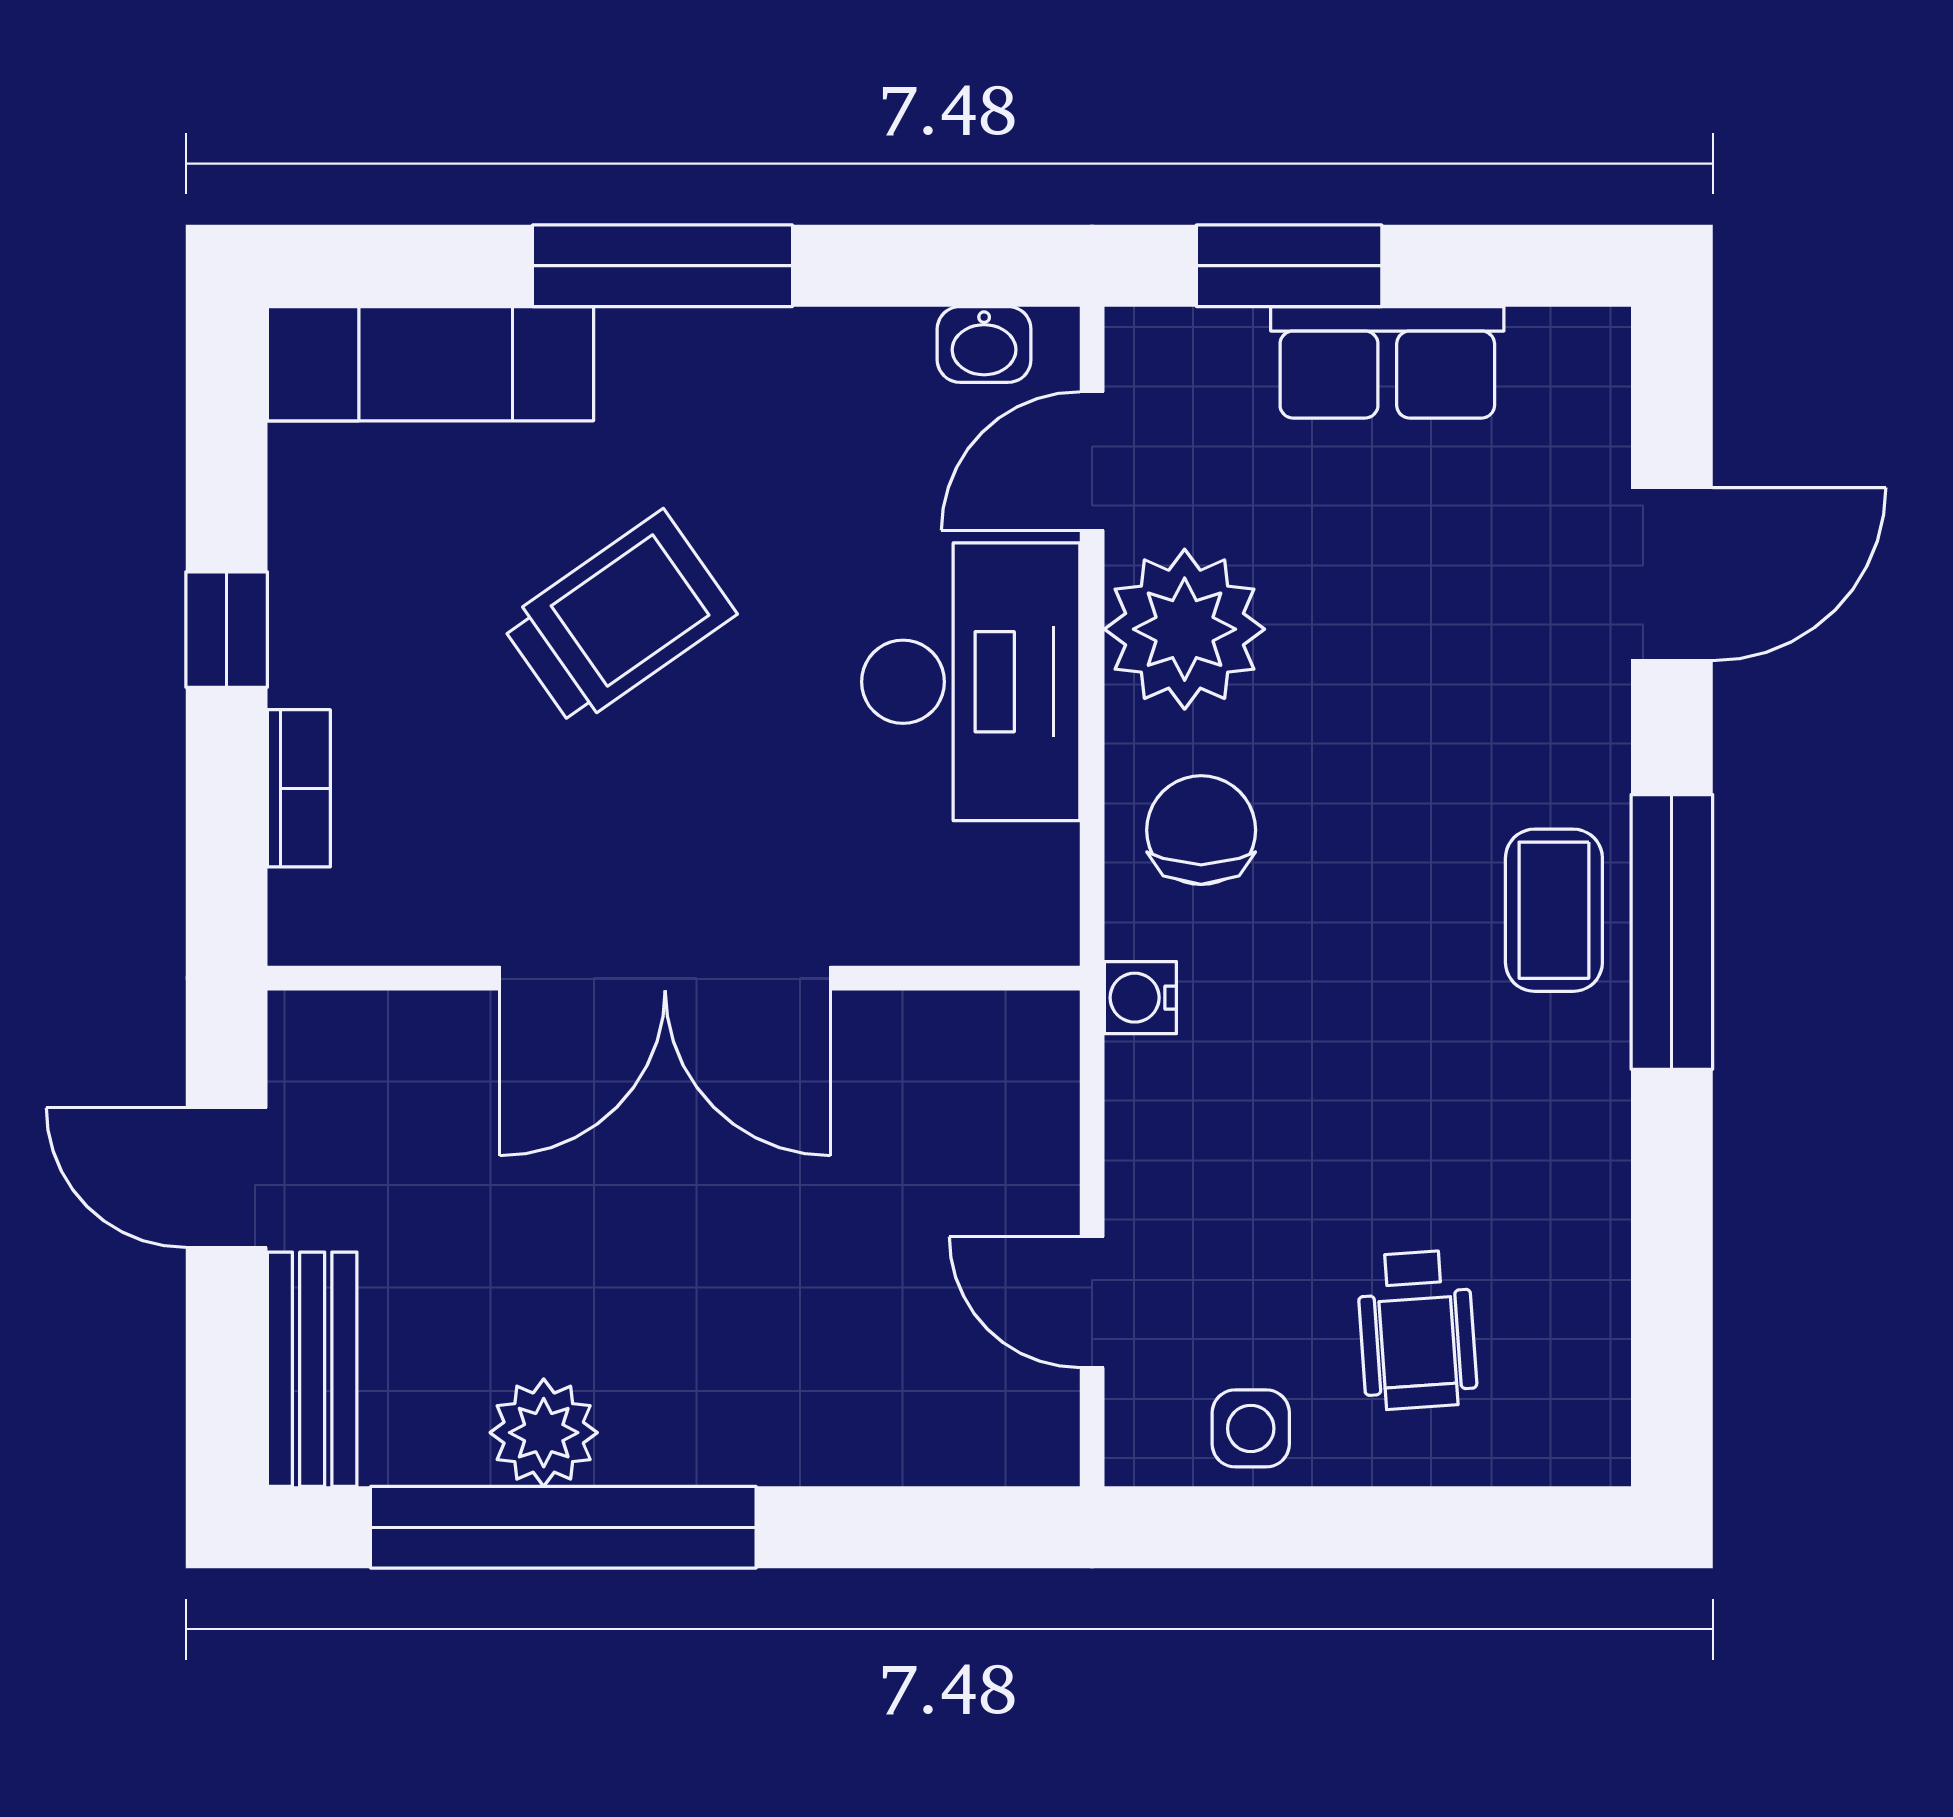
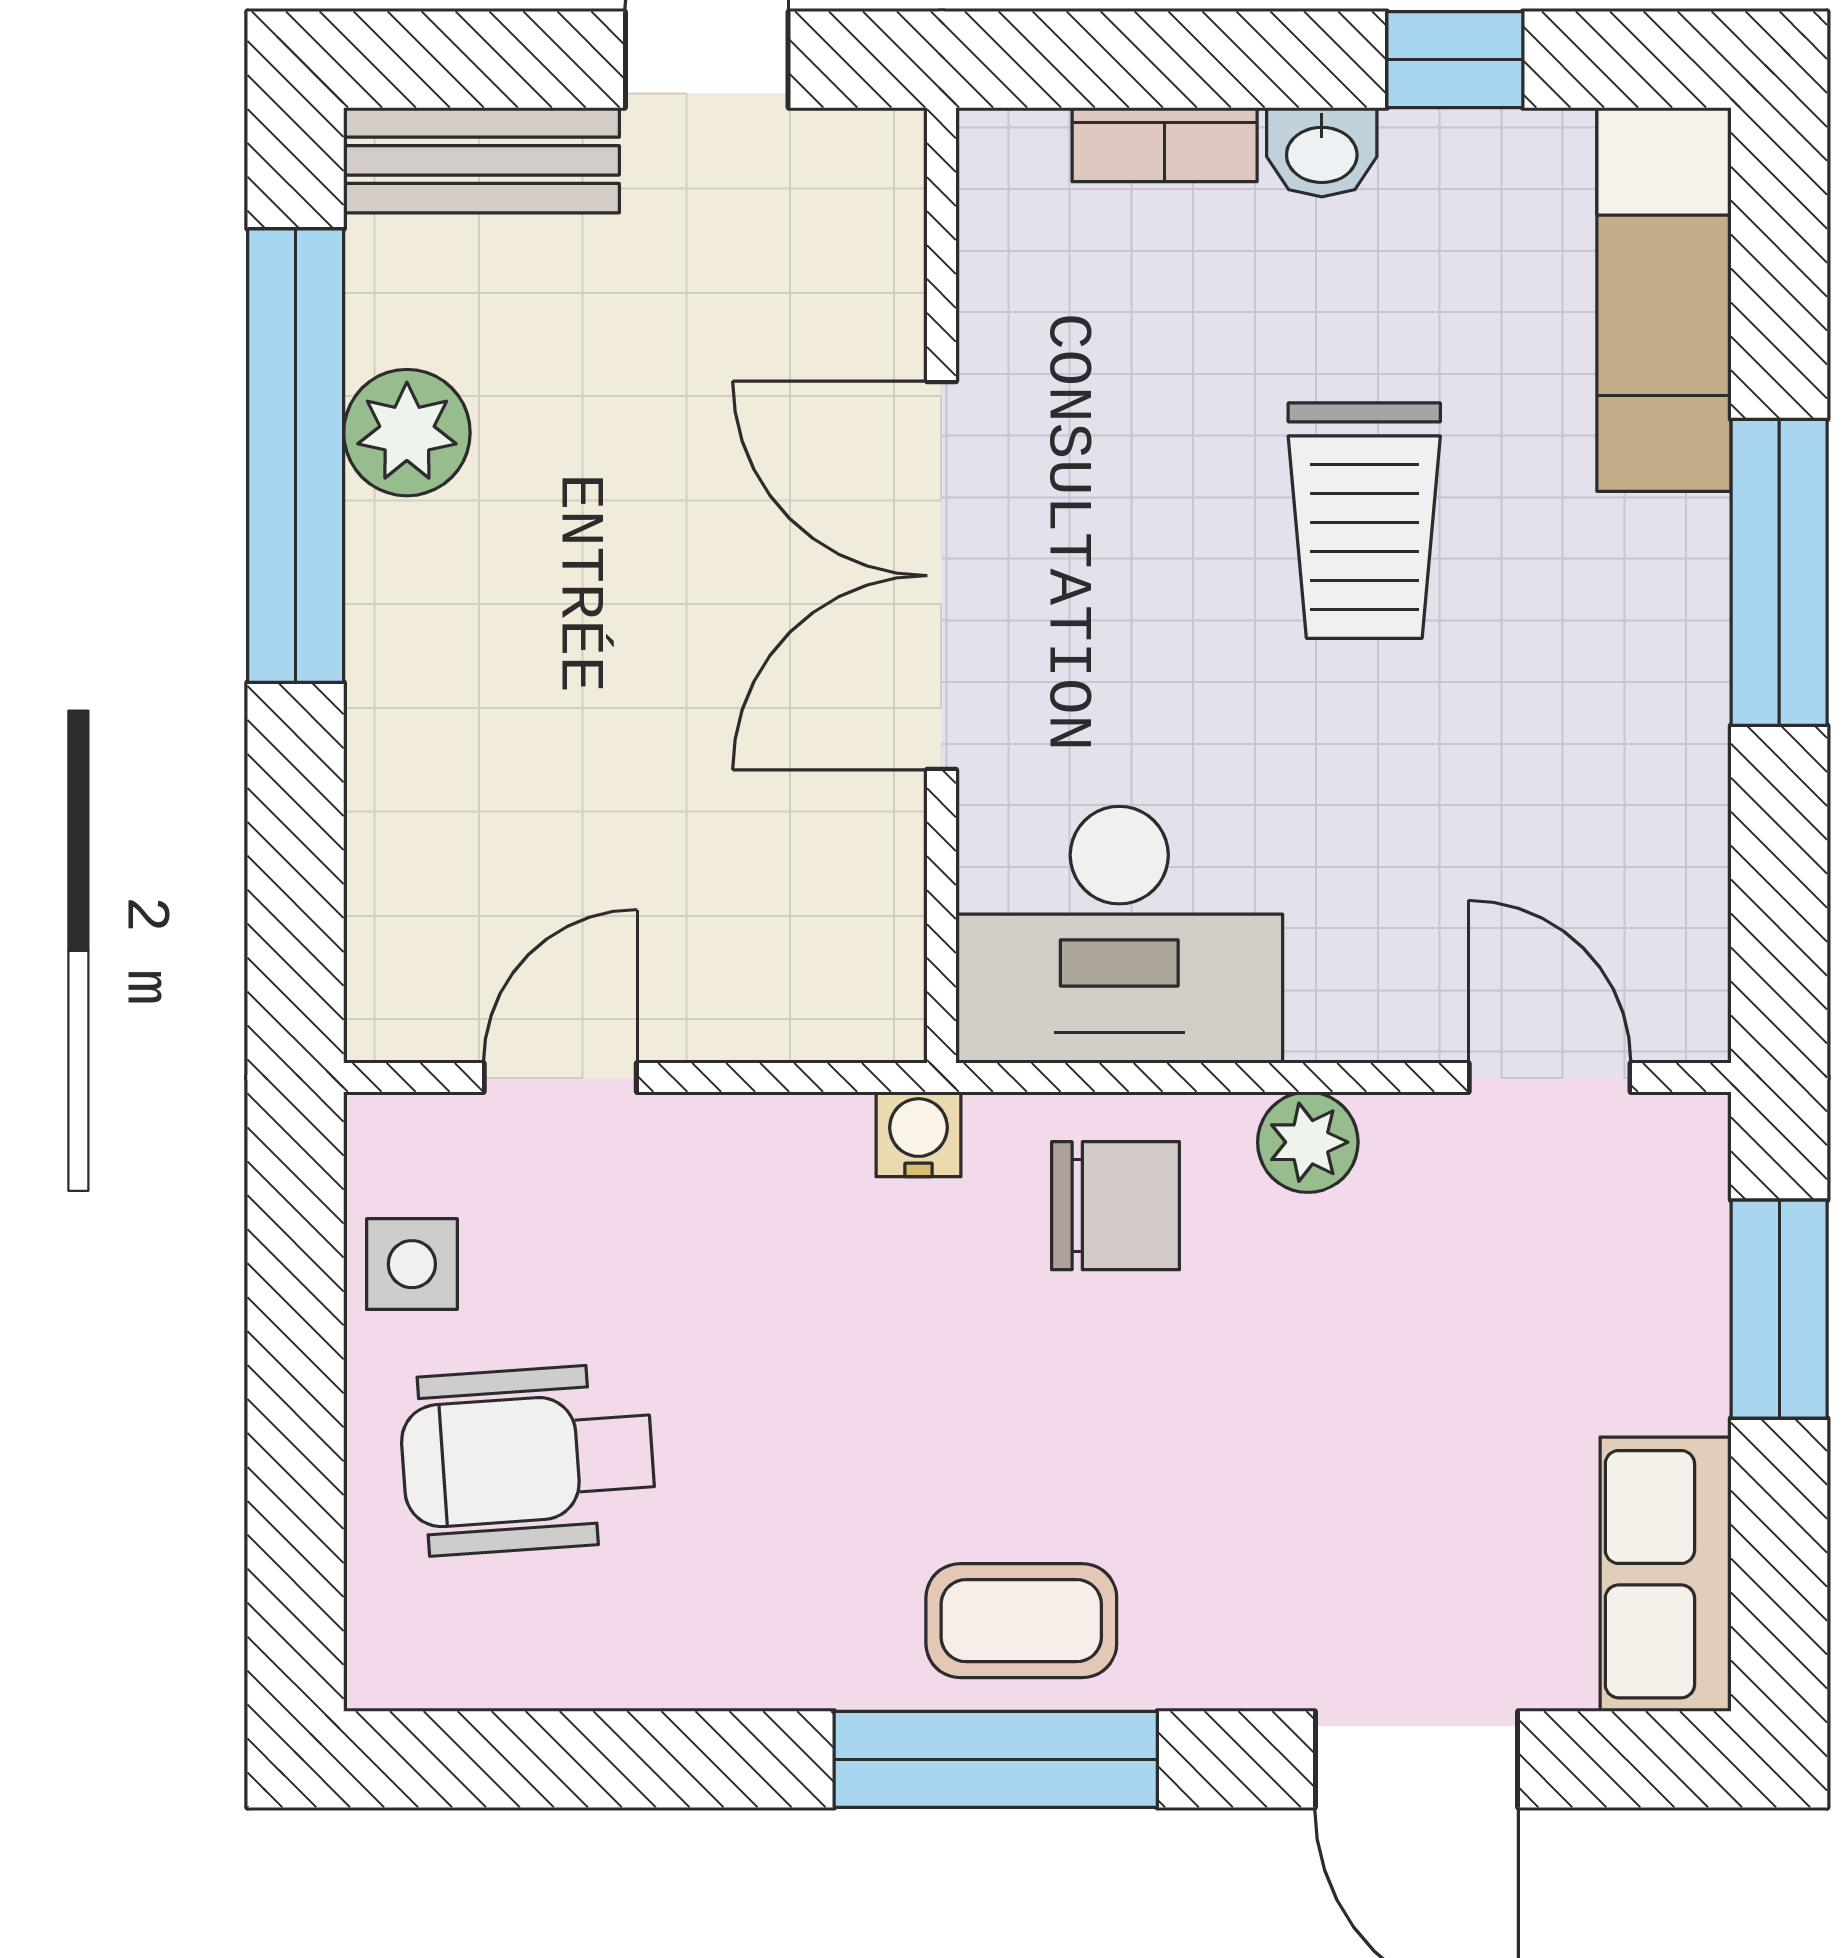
washbasin: (984, 344) -> (1322, 152), moved, turned -90
row of seats: (1387, 362) -> (1666, 1574), moved
trolley: (619, 619) -> (1364, 521), turned 35
plant: (1185, 629) -> (1308, 1142), width x0.53, depth x0.53
window: (227, 630) -> (1455, 60), moved
desk: (971, 682) -> (1119, 935), moved
wheelchair: (1417, 1330) -> (528, 1459), width x1.36, depth x1.37

